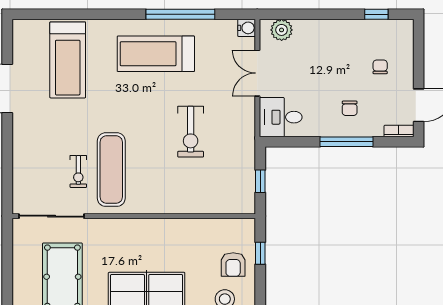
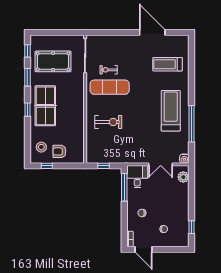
treadmill: (68, 60) -> (167, 64), width x0.73, depth x0.73
double door: (257, 73) -> (161, 164), swing flipped
exercise bike: (191, 132) -> (108, 122), moved, turned 180
window: (346, 142) -> (124, 187), moved
window: (260, 253) -> (47, 166), moved

